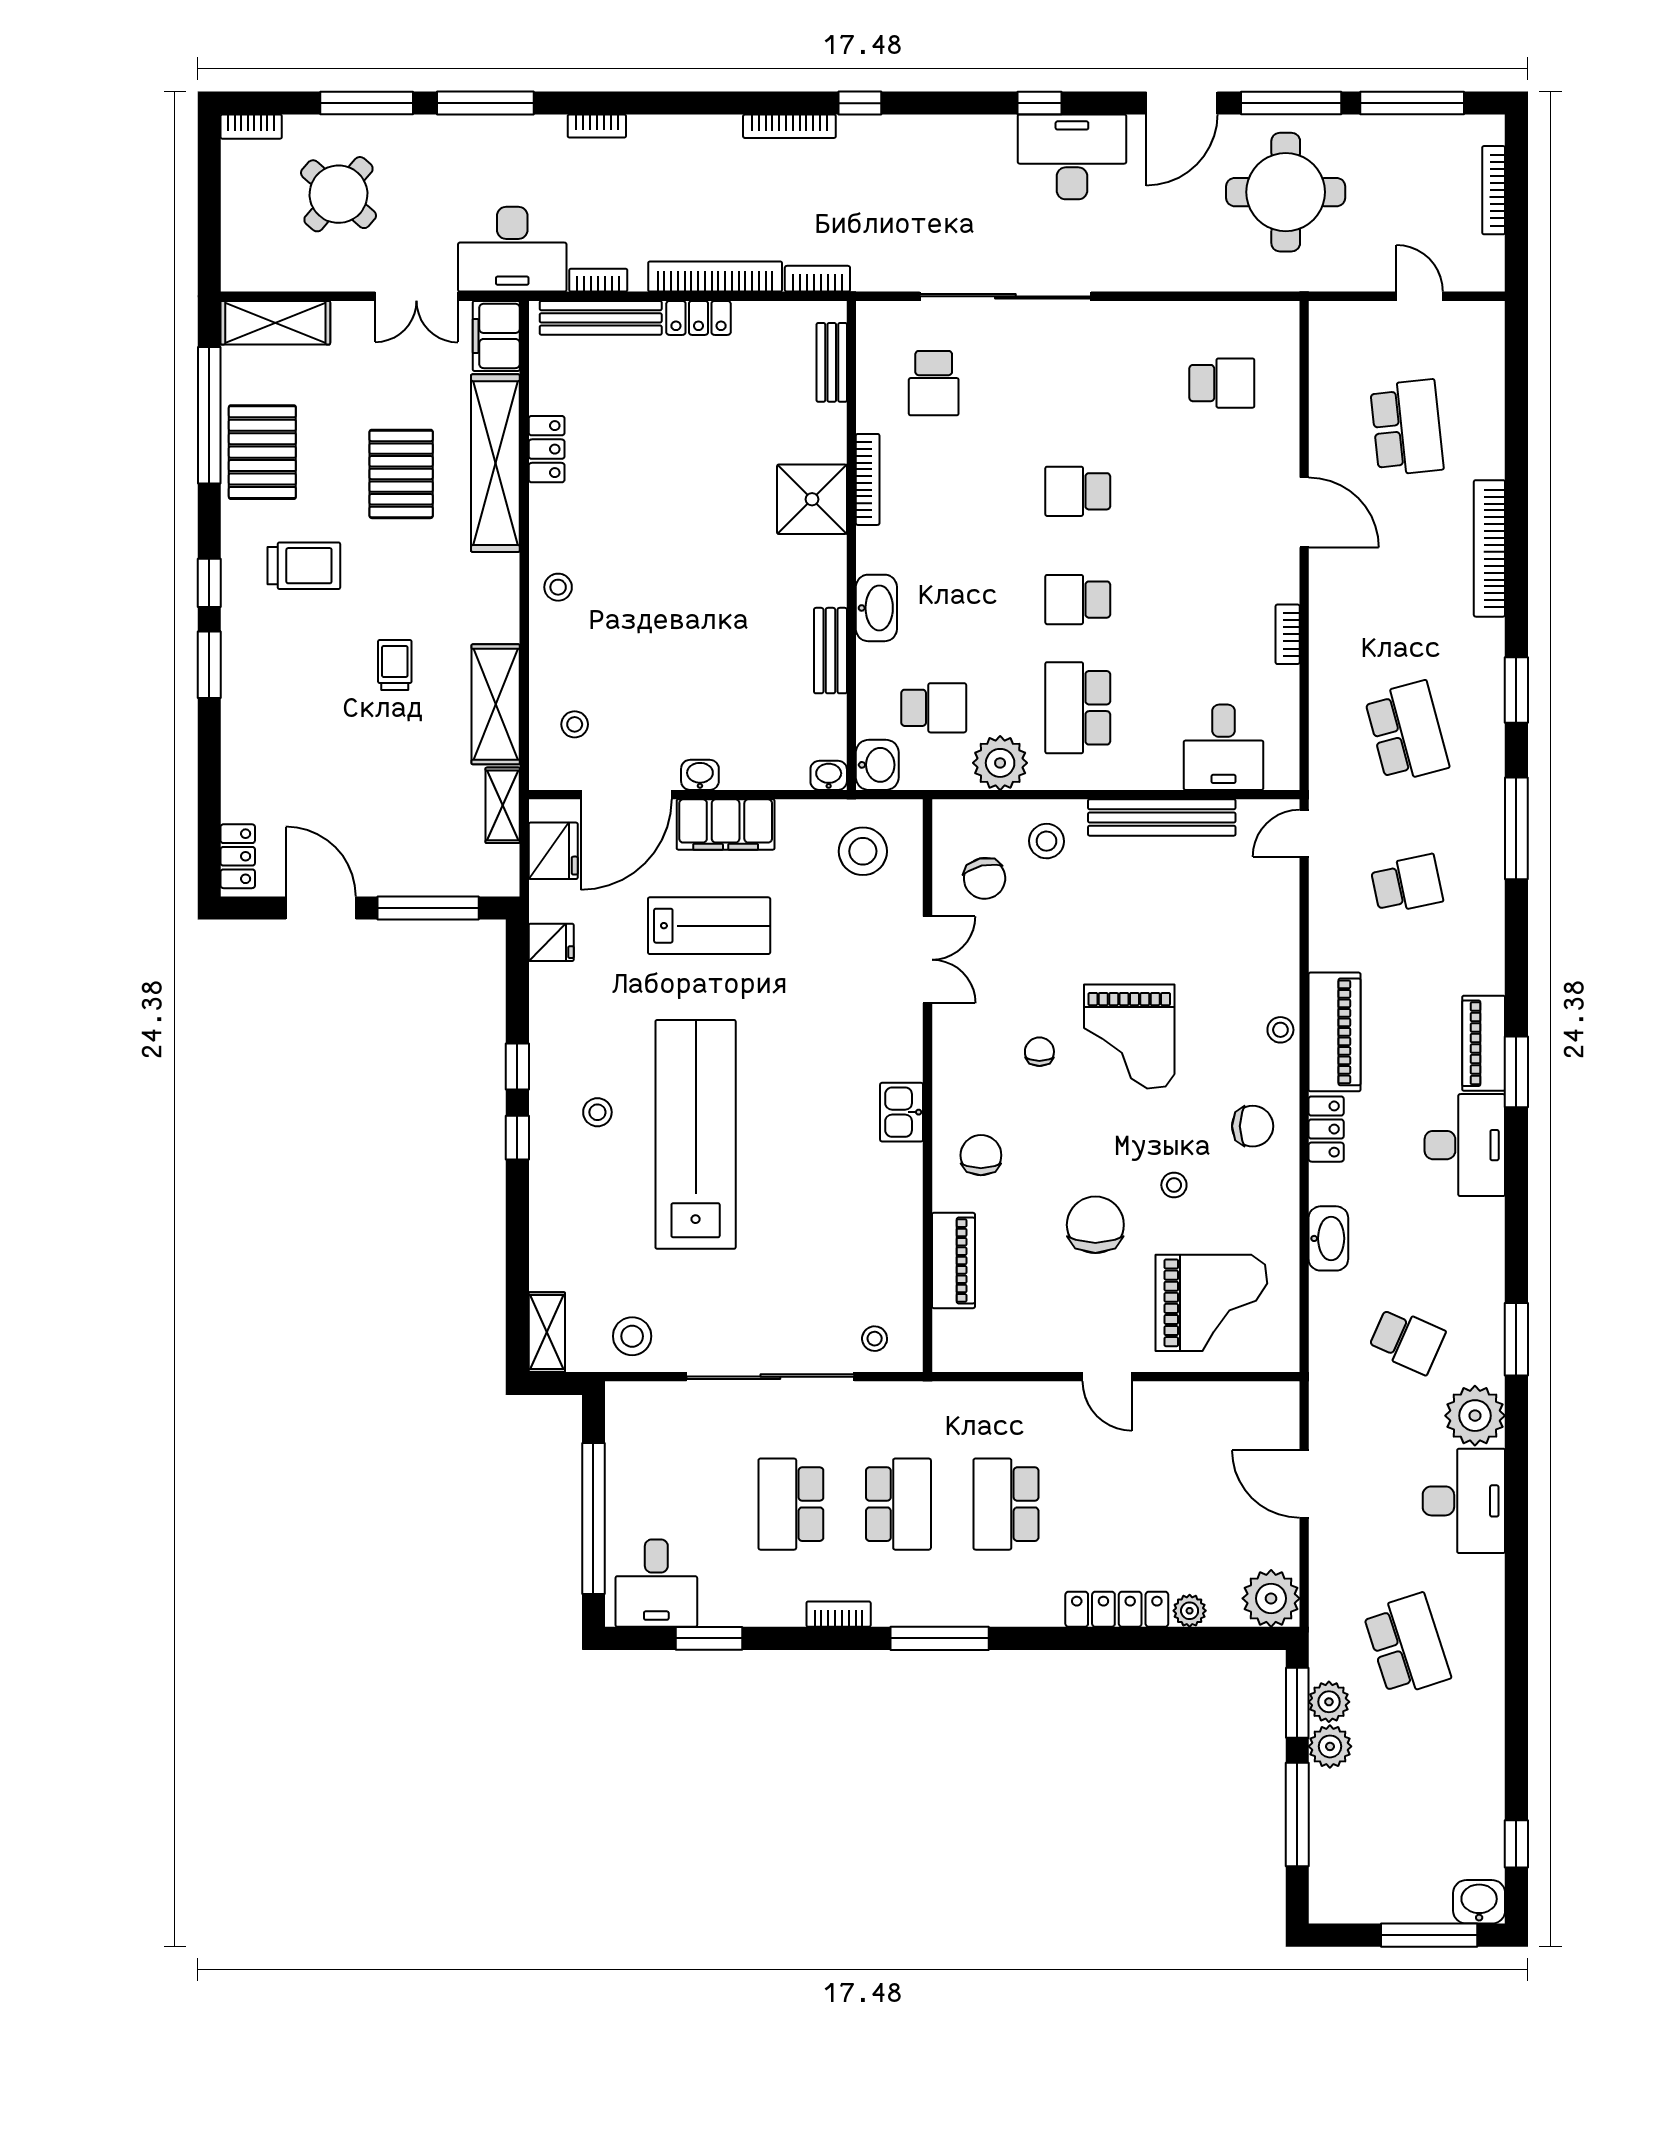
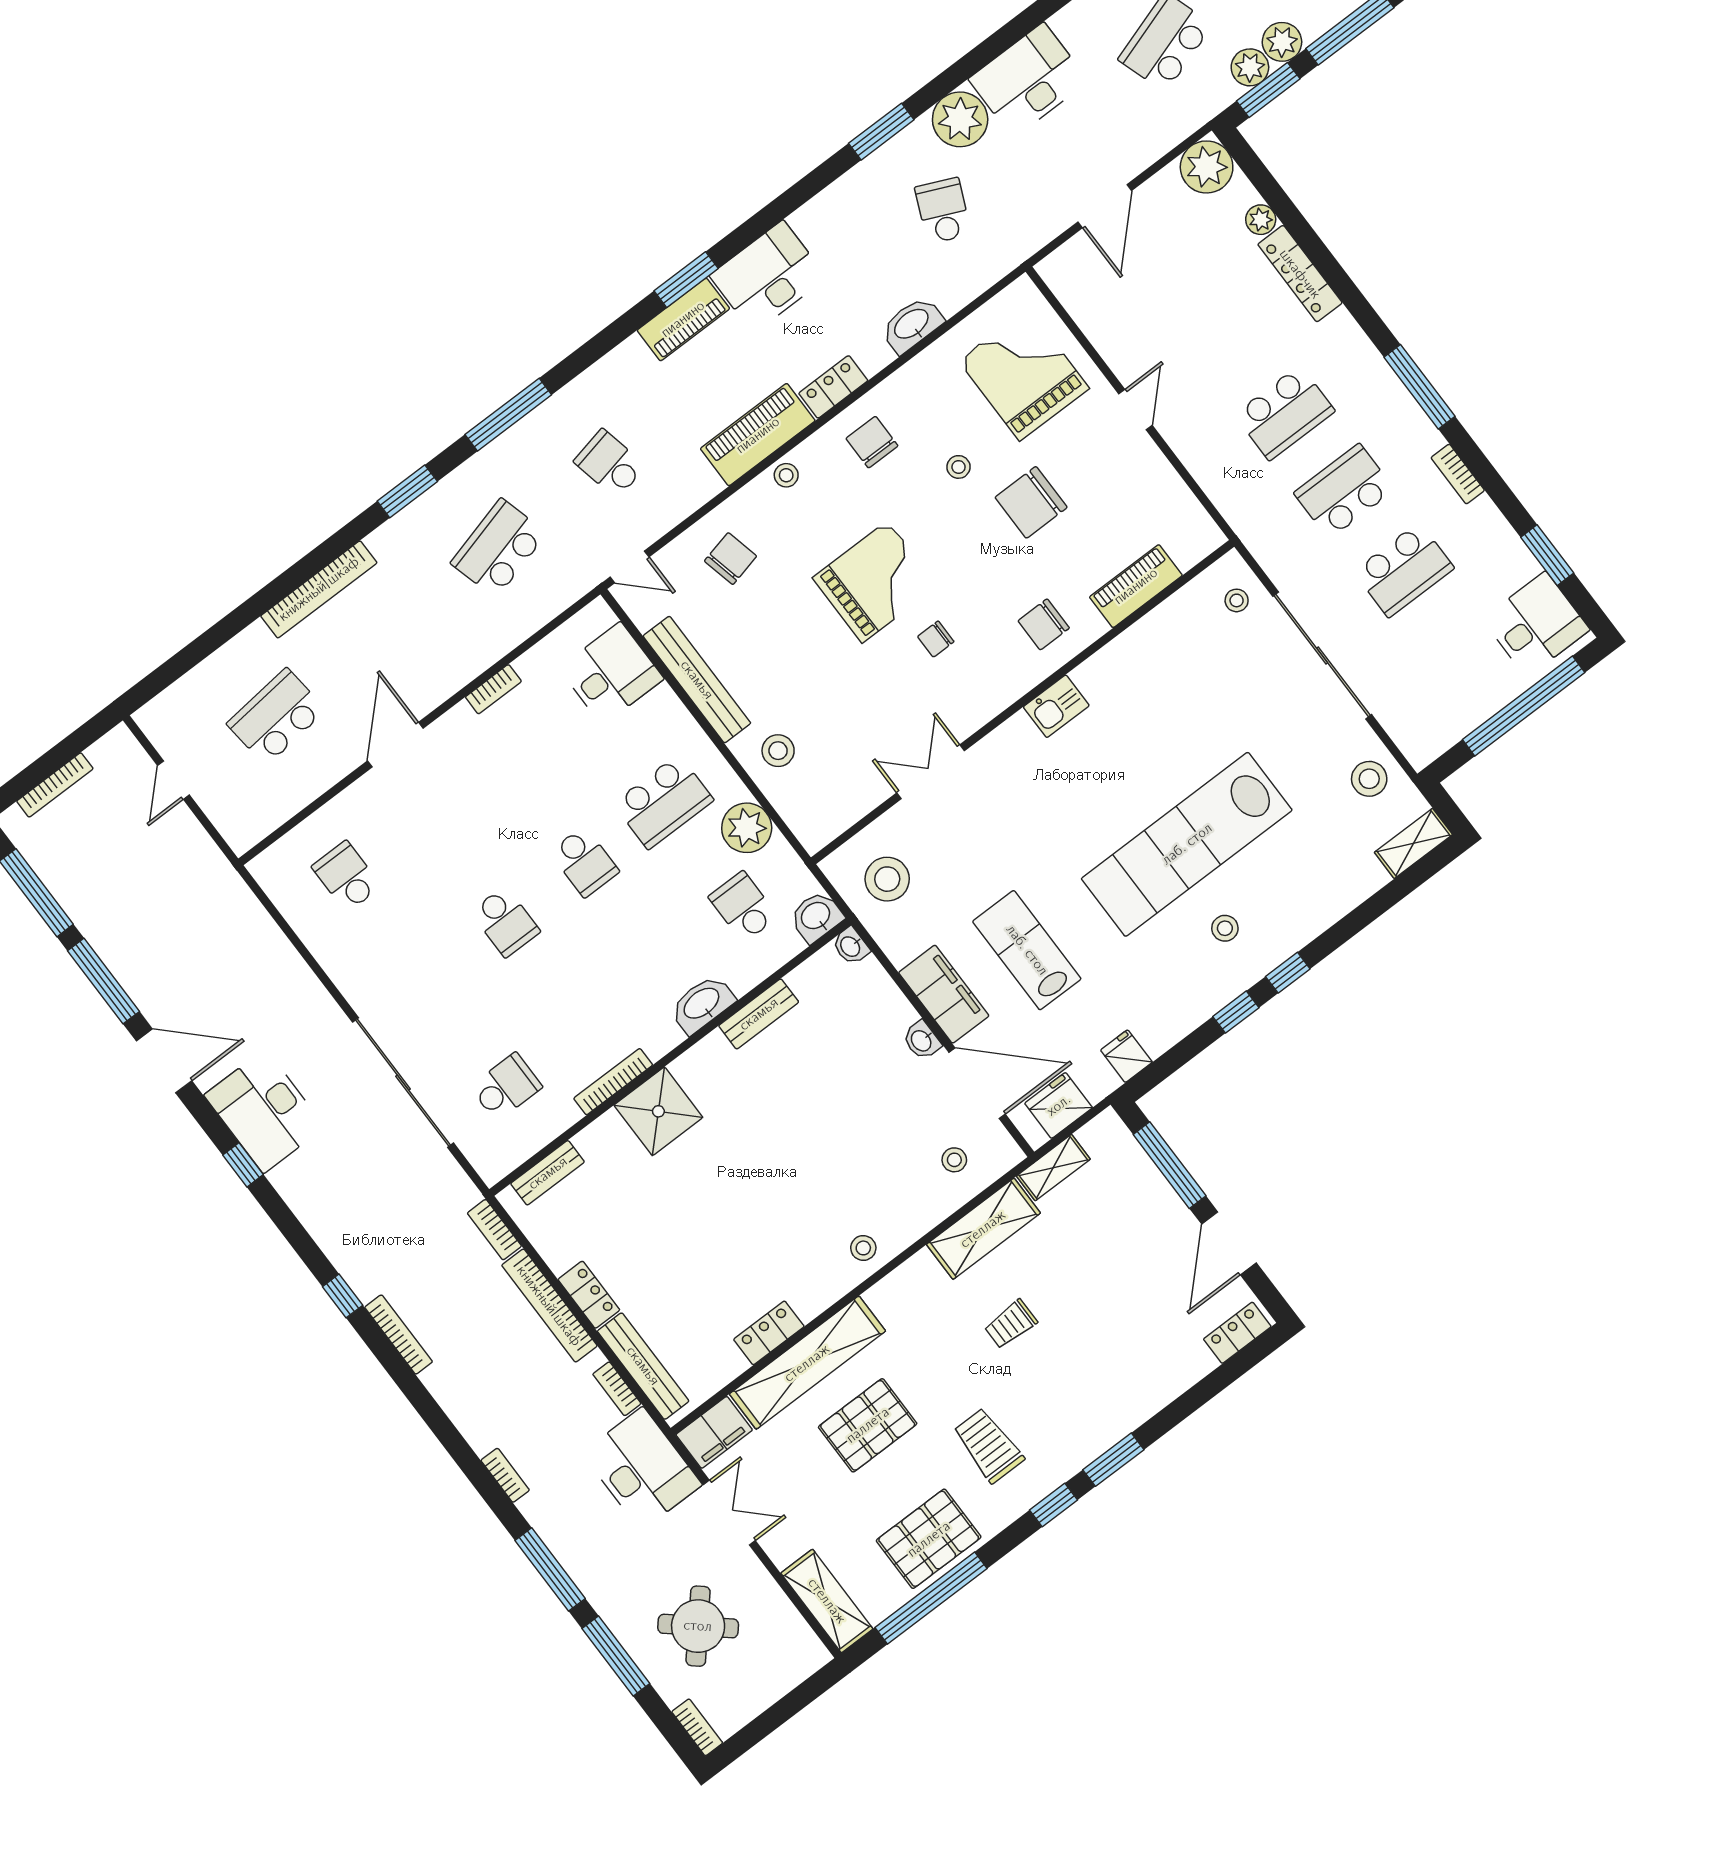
round table: (1286, 192) -> (172, 936), removed
chair: (985, 878) -> (731, 559), moved

